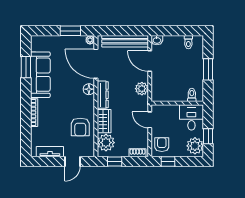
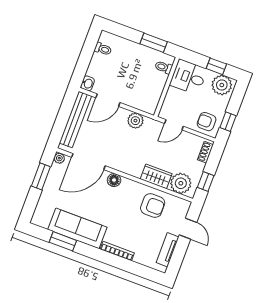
window: (208, 69) -> (154, 43), moved
dresser: (103, 95) -> (126, 167), removed

